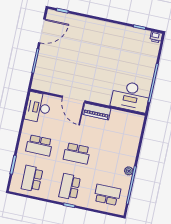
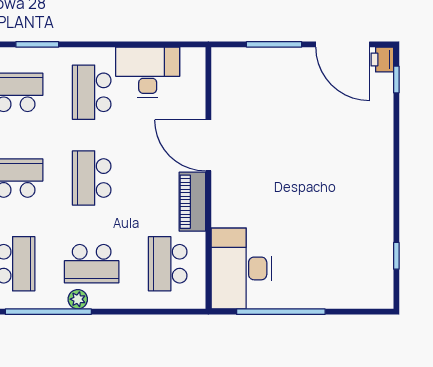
printer: (156, 37) -> (382, 59), moved
door: (74, 99) -> (208, 145), hinge flipped
desk: (38, 108) -> (148, 72), moved
school desk: (122, 128) -> (168, 264), added
school desk: (114, 161) -> (92, 264), added

